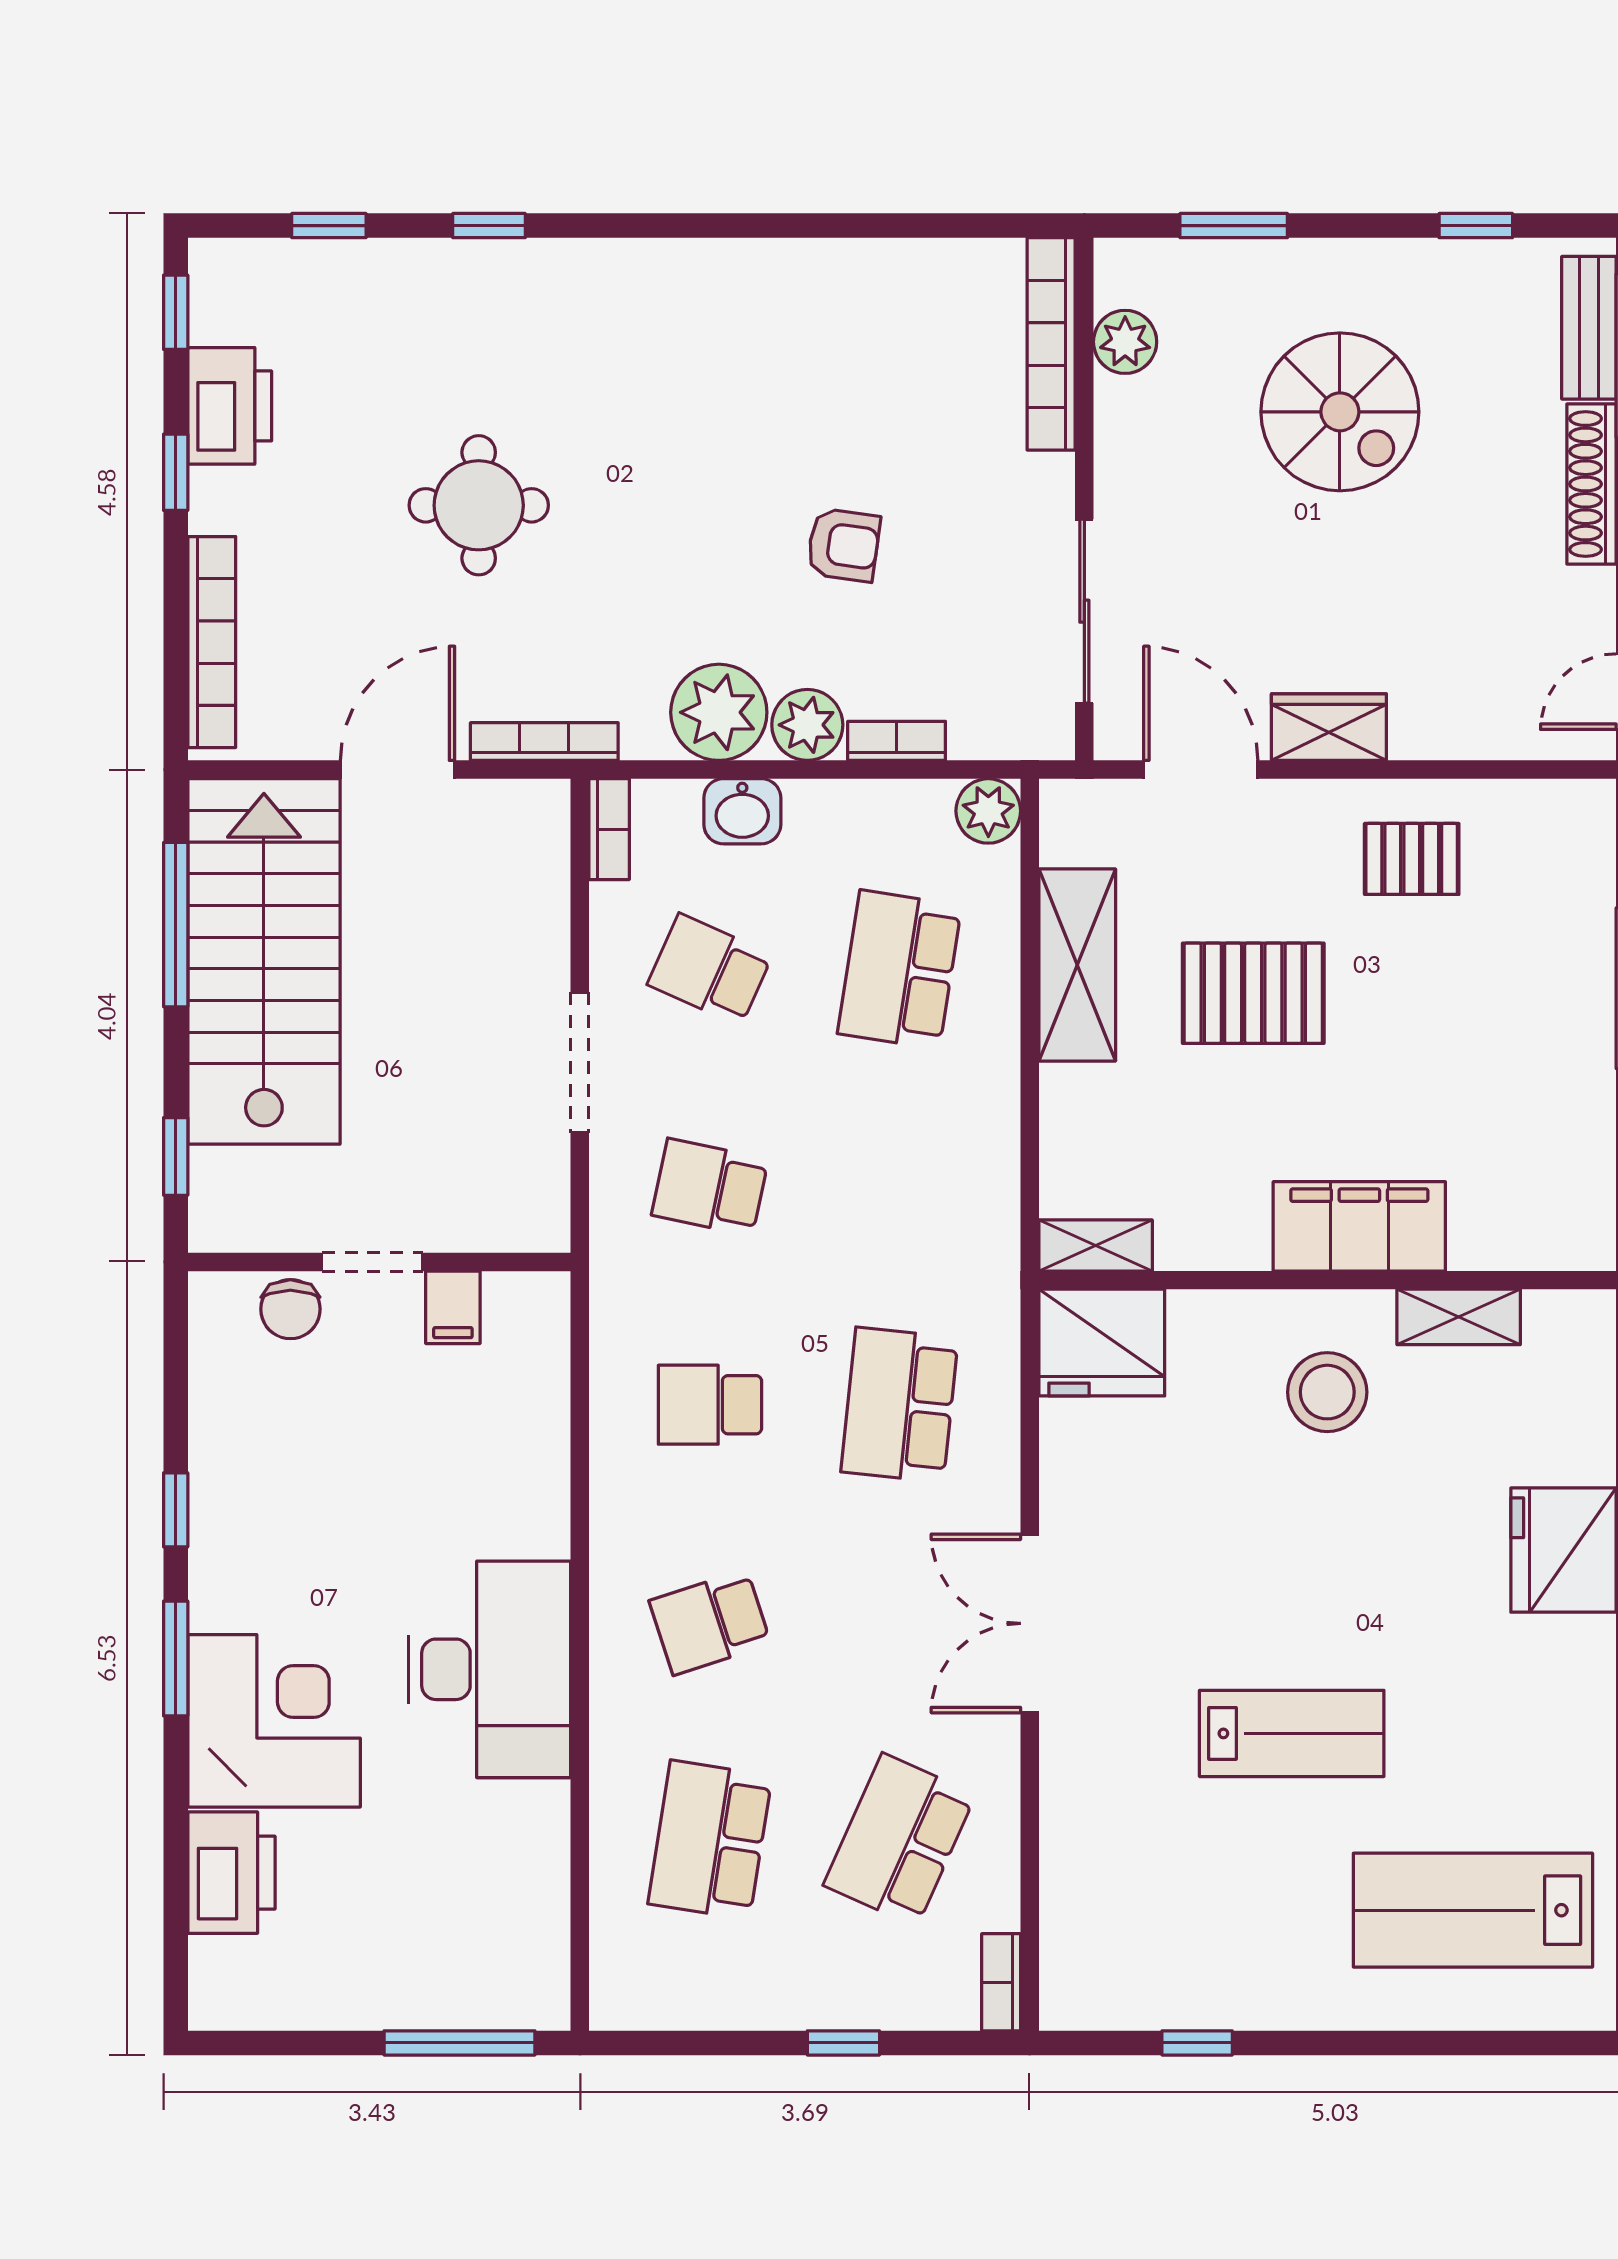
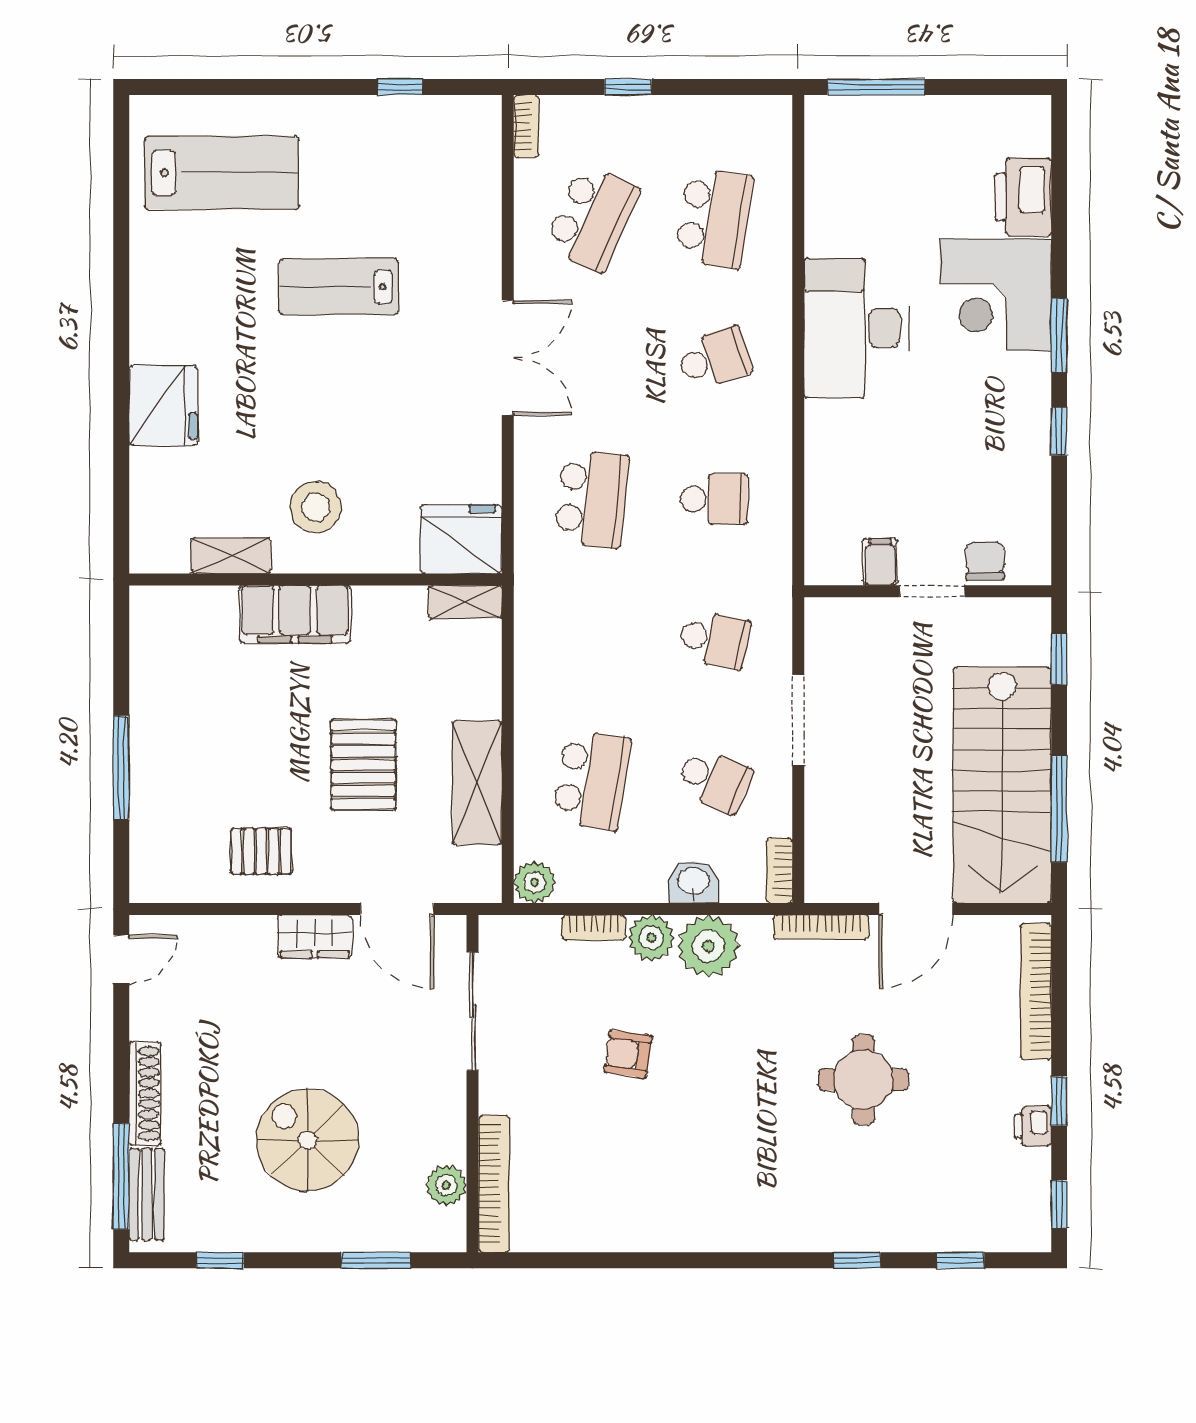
printer: (230, 406) -> (1033, 1126), width x0.53, depth x0.68
pallet: (1253, 993) -> (363, 765), turned 90

